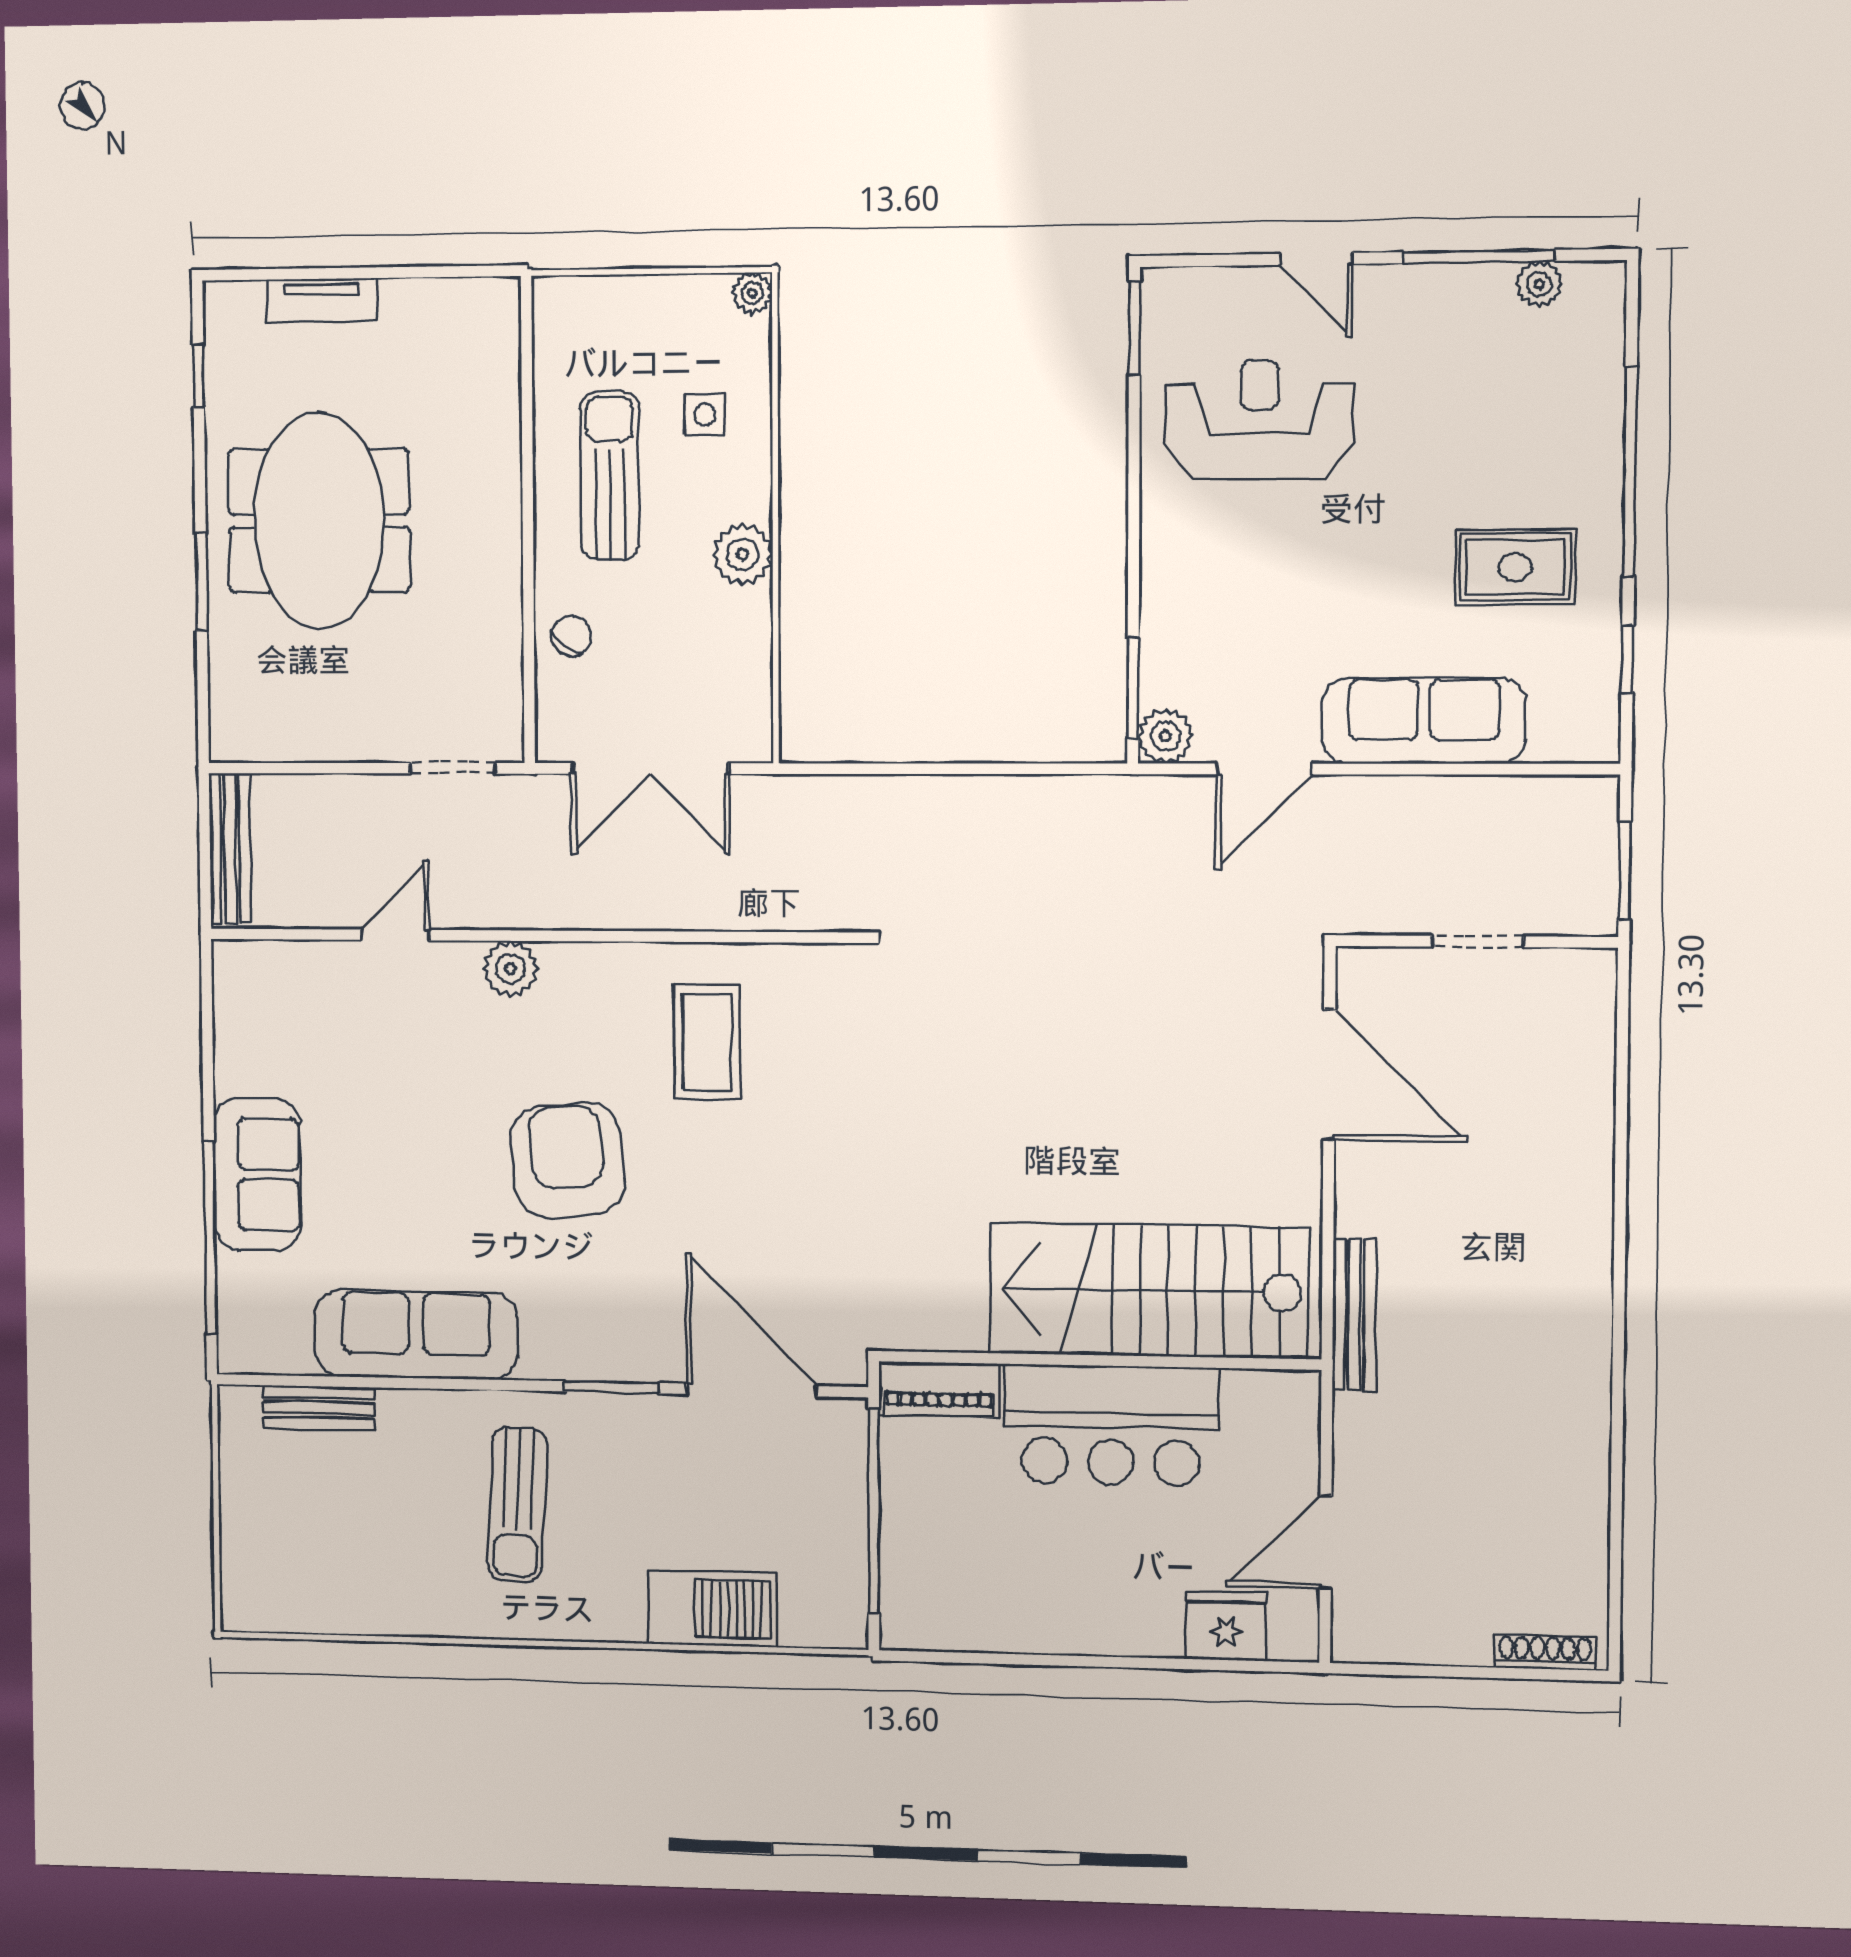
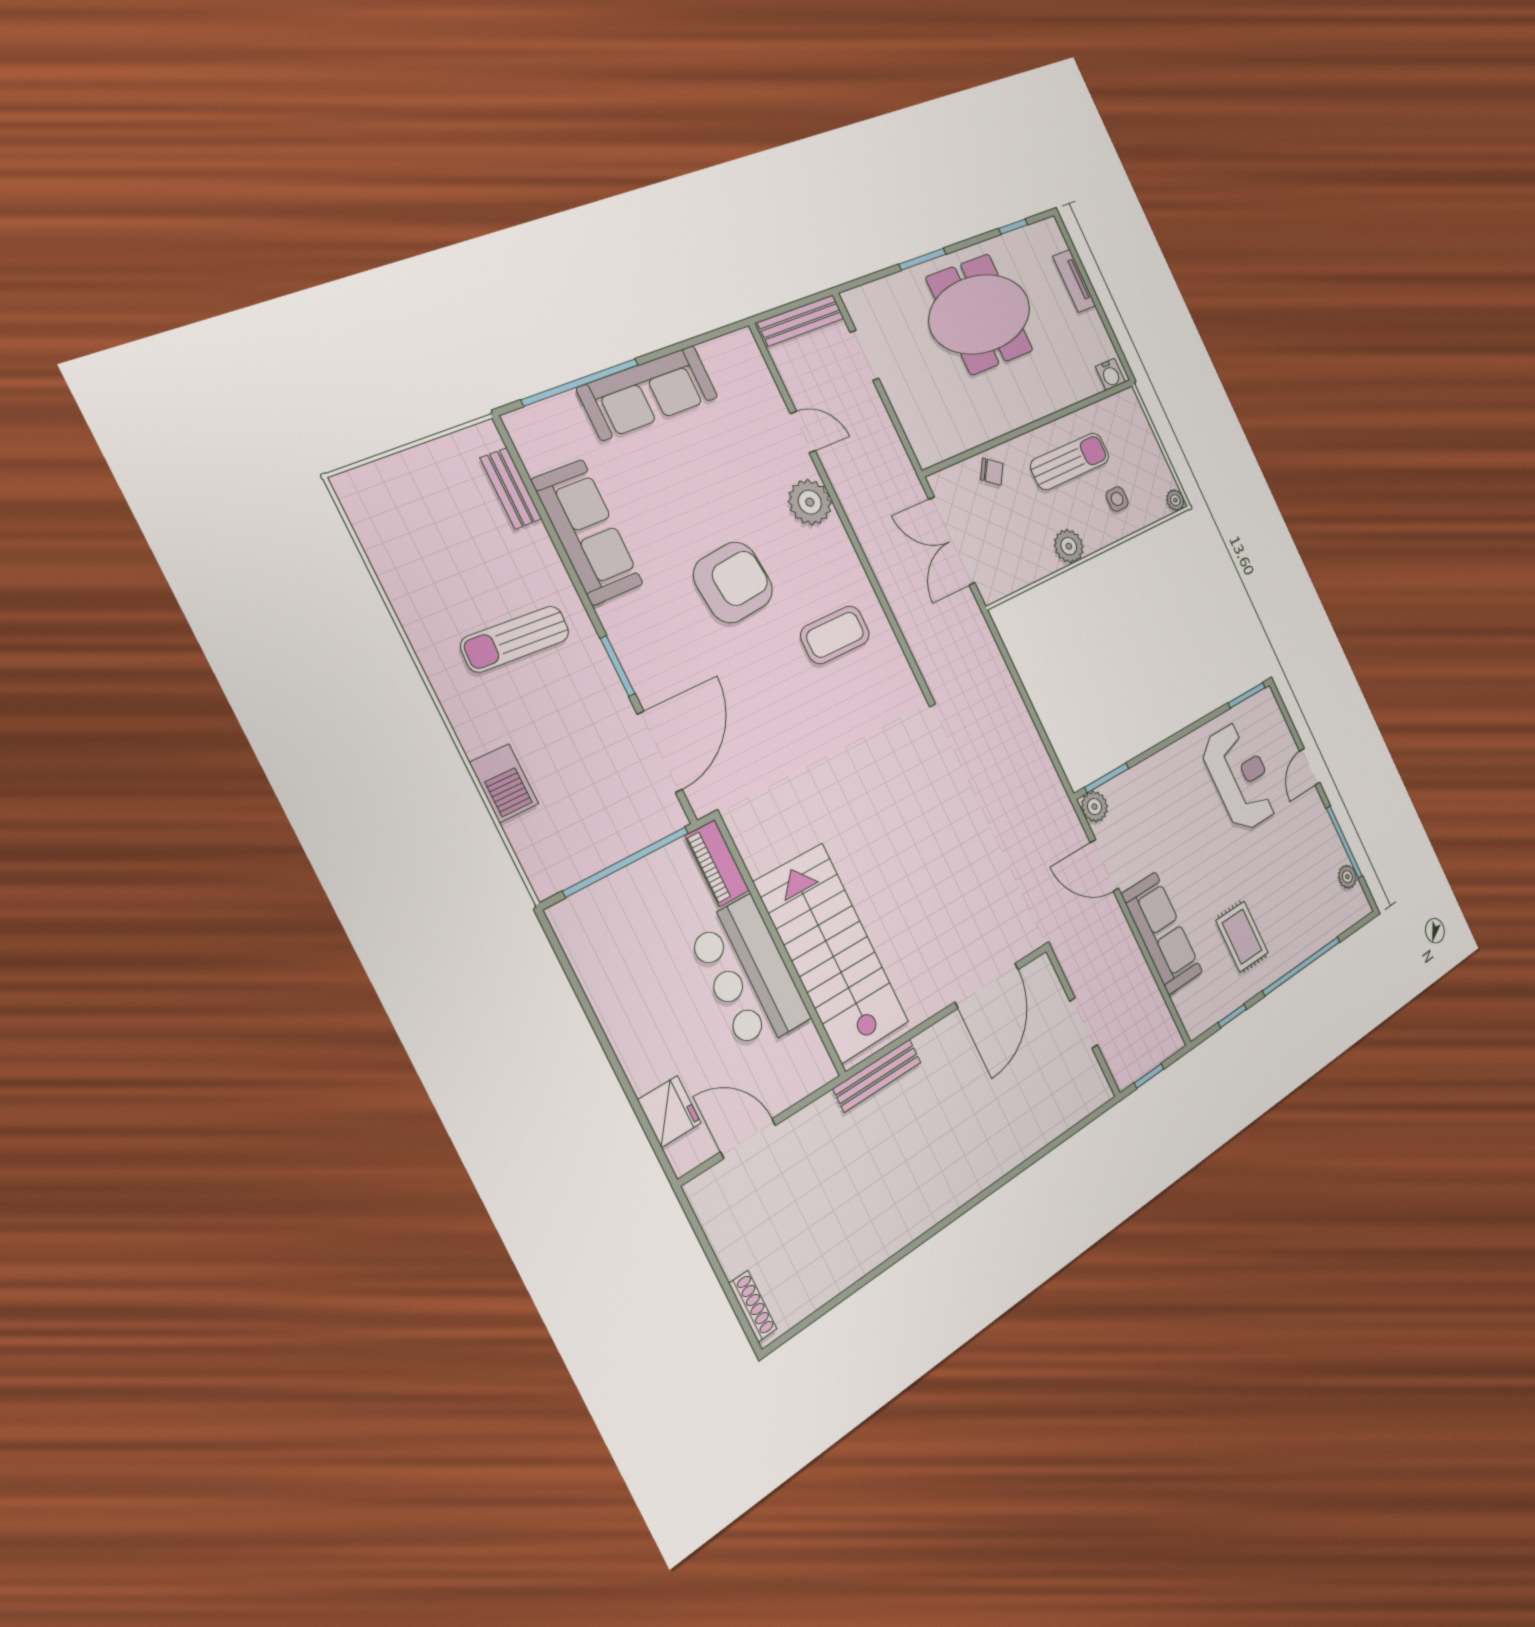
water cooler: (498, 312) -> (1110, 374), added
doorway: (452, 768) -> (864, 355), moved
window: (1625, 870) -> (1149, 1076), width x0.67
plant: (510, 969) -> (810, 502), width x1.36, depth x1.36
sofa: (257, 1174) -> (648, 393), width x1.36
barbecue: (713, 1608) -> (504, 783), width x0.73, depth x0.83

